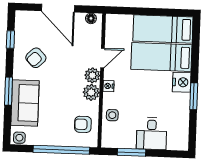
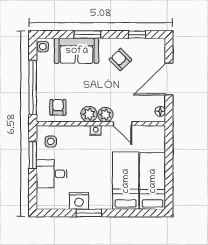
nightstand: (182, 82) -> (79, 201), moved
side table: (112, 115) -> (51, 141), moved

